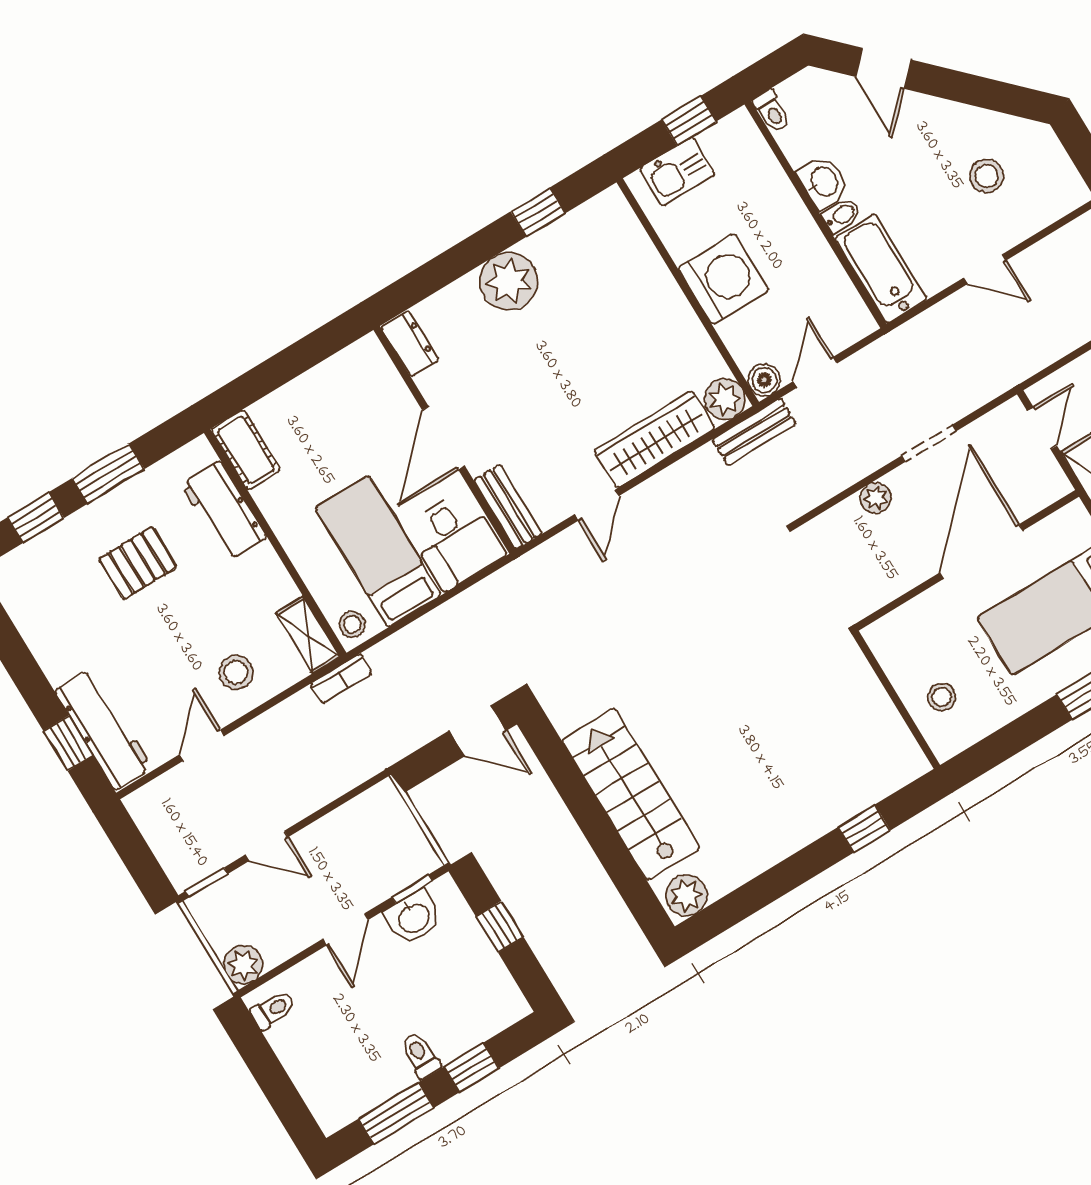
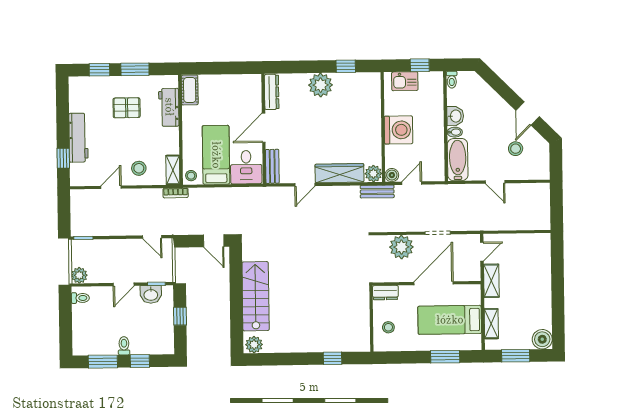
door: (883, 68) -> (528, 114), moved
dresser: (410, 344) -> (272, 92), width x1.44
plant: (876, 498) -> (401, 247), width x1.88, depth x1.88
dresser: (893, 629) -> (385, 293), added
workbench: (103, 729) -> (78, 138), moved
door: (267, 846) -> (152, 237), moved

